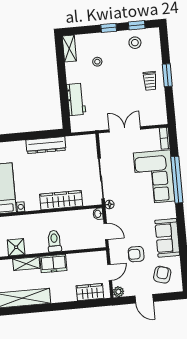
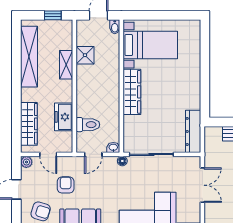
dresser: (46, 145) -> (193, 131), moved
wardrobe: (61, 200) -> (132, 92), moved
toilet: (54, 241) -> (88, 125), moved
freezer: (53, 264) -> (64, 117), moved
wardrobe: (90, 292) -> (29, 124), width x1.50

